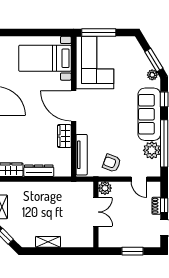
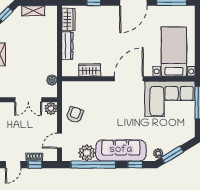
wardrobe: (64, 136) -> (90, 70), moved
tv unit: (82, 155) -> (83, 86), removed
boiler: (75, 187) -> (52, 80), added

